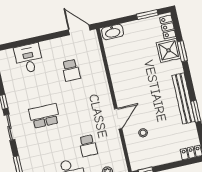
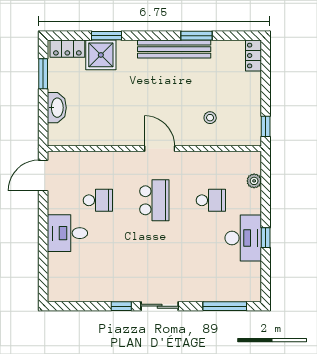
washbasin: (113, 32) -> (57, 108), moved
desk: (29, 58) -> (67, 233), moved
school desk: (44, 116) -> (154, 200), moved, turned 180
door: (118, 119) -> (160, 149), moved

